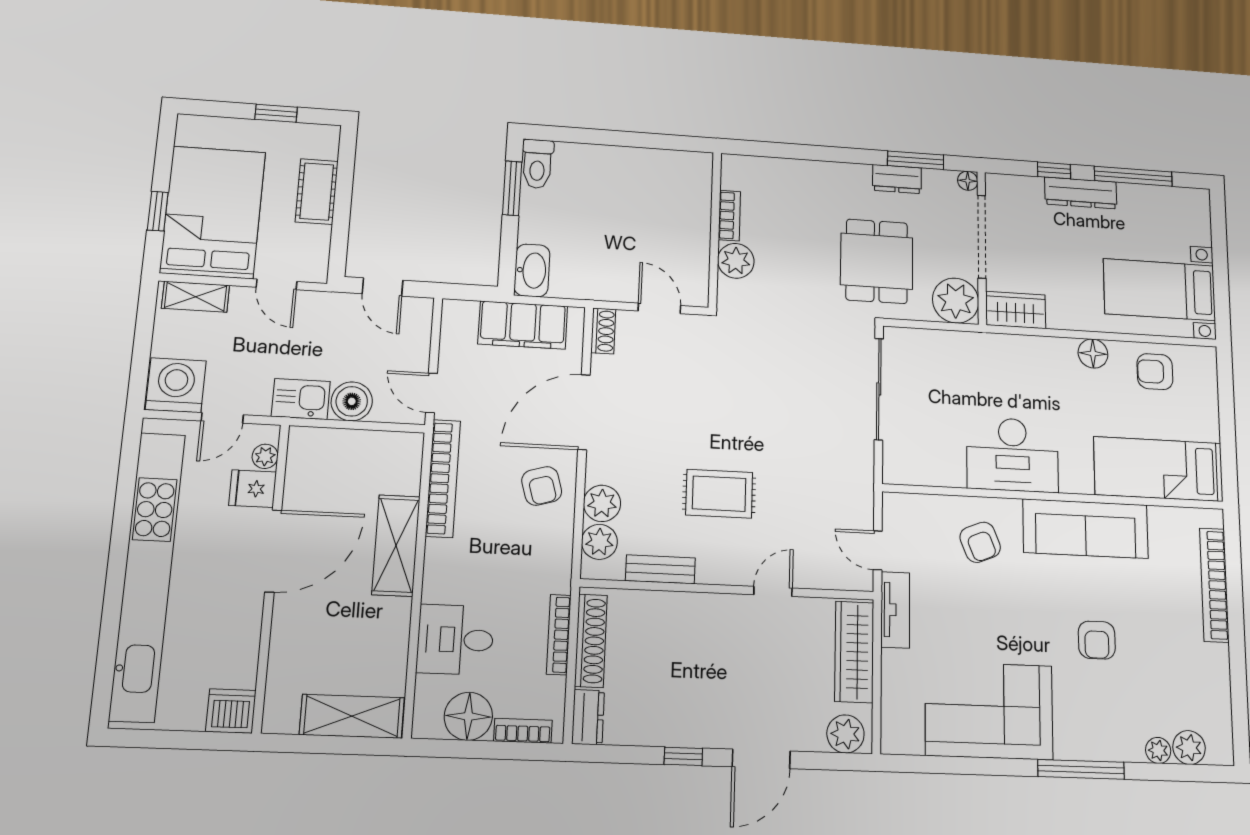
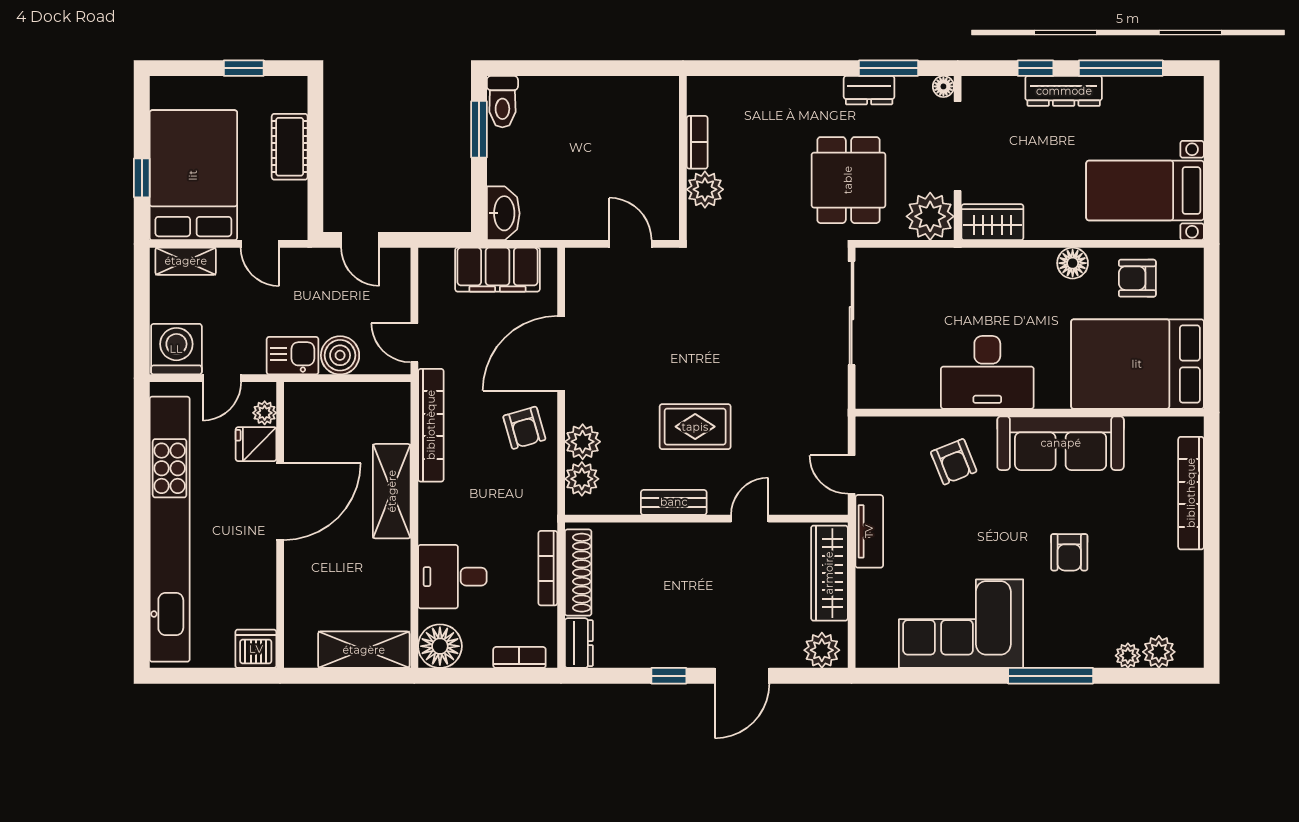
shoe rack: (603, 331) -> (576, 271), removed
bed: (1158, 469) -> (1137, 364), width x1.50
bench: (660, 569) -> (674, 502), moved
floor lamp: (468, 716) -> (440, 646), moved

